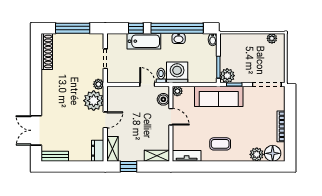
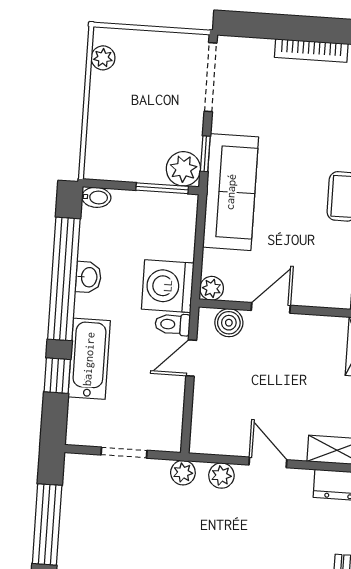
plant: (94, 101) -> (221, 476), width x0.53, depth x0.53

